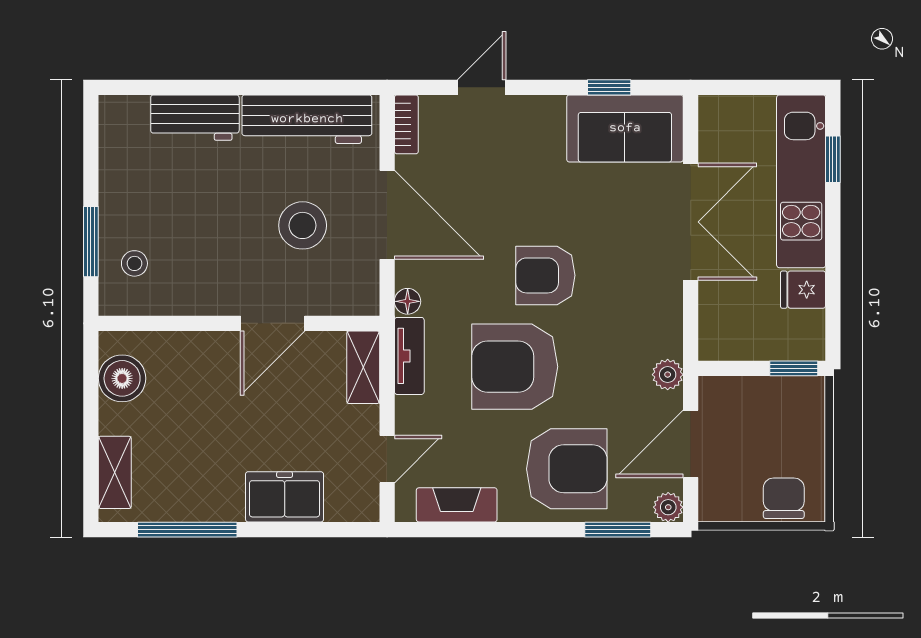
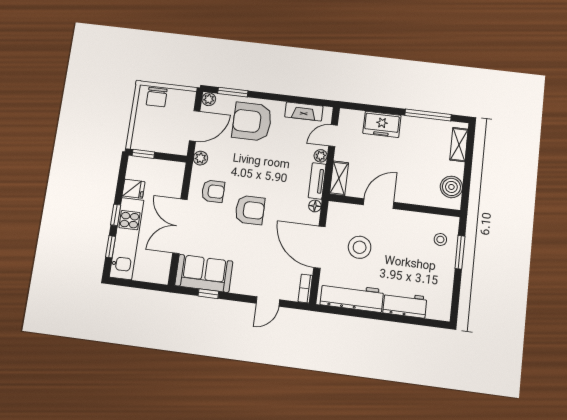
window: (833, 229) -> (116, 215), added
armchair: (515, 367) -> (213, 191), moved, width x0.53, depth x0.53
plant: (408, 411) -> (321, 156), added

